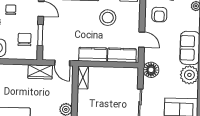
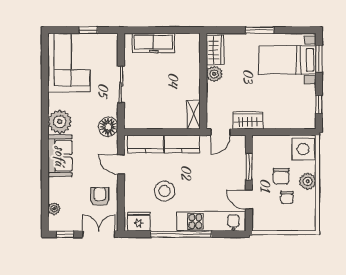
chair: (25, 40) -> (281, 176), moved
door: (62, 63) -> (220, 132), swing flipped

